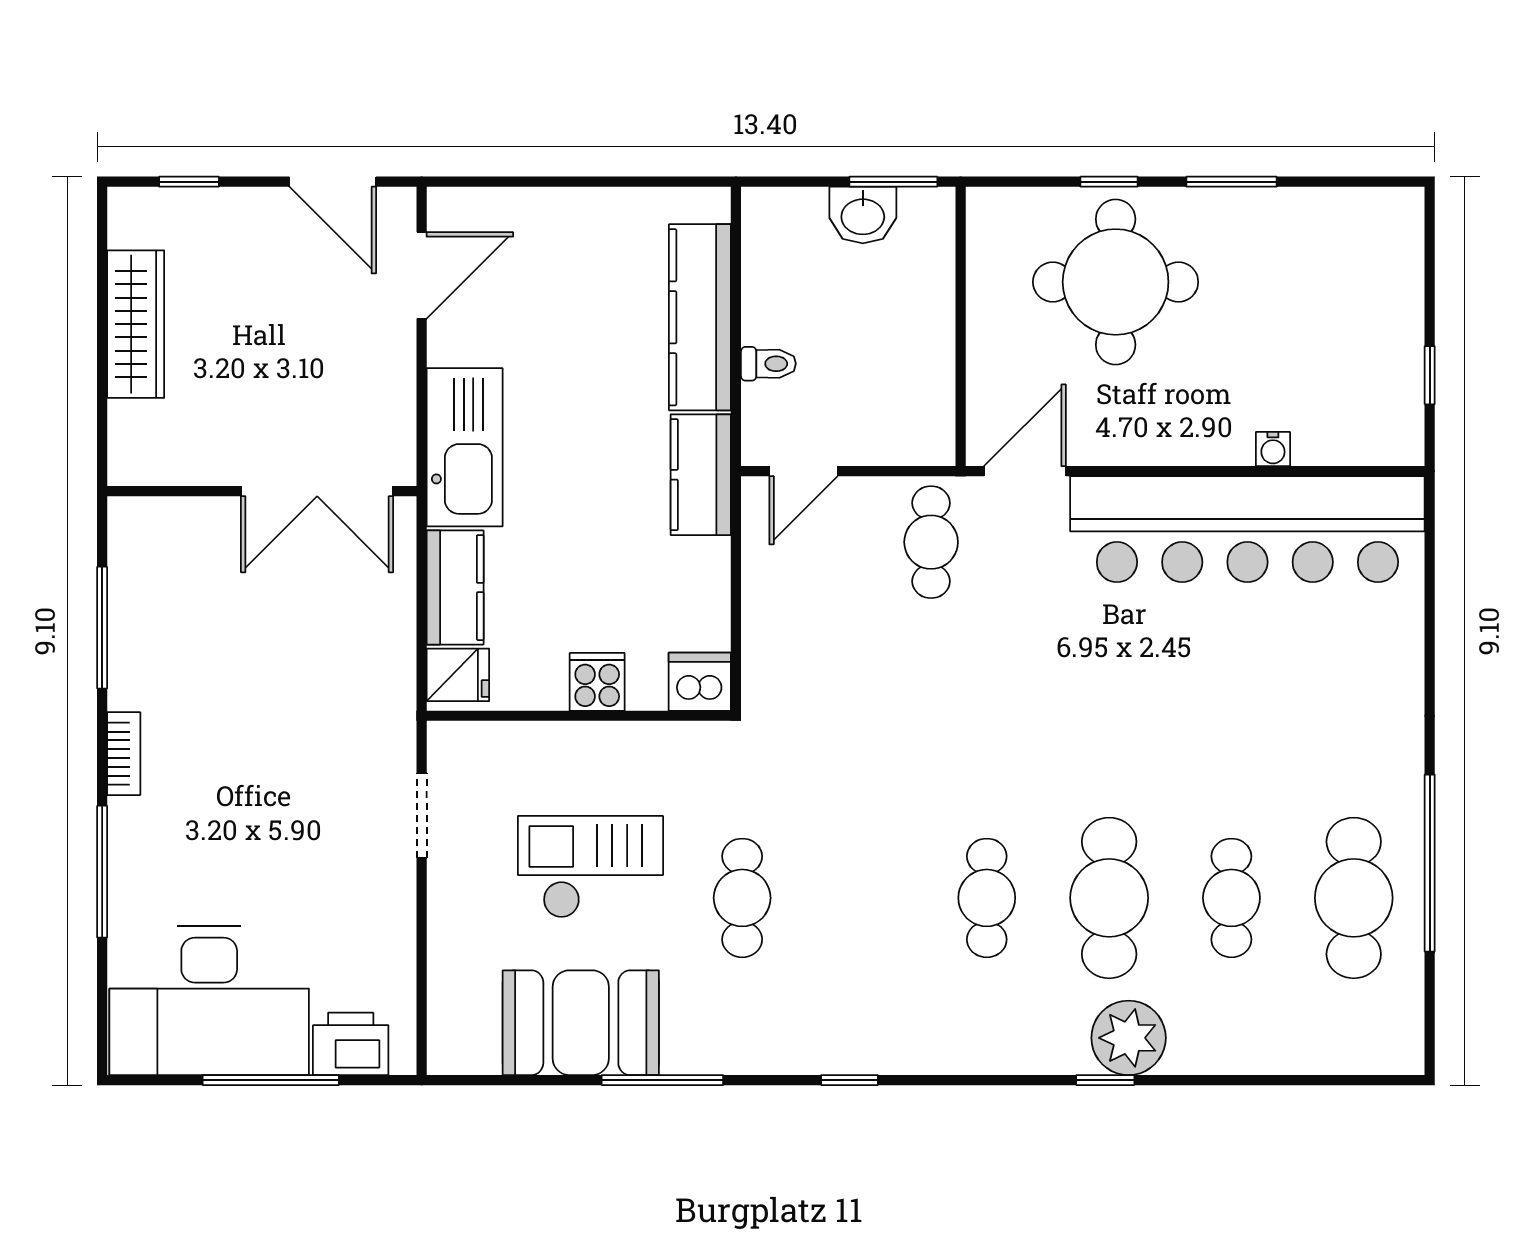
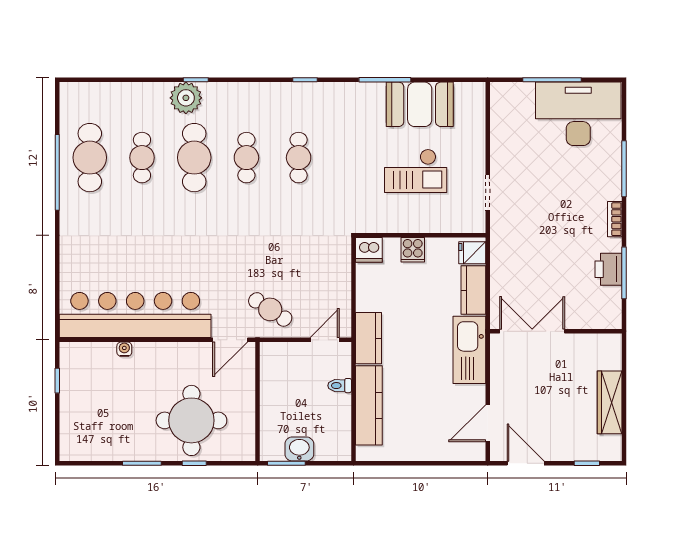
cafe table: (931, 542) -> (270, 309), turned -57
cafe table: (742, 898) -> (299, 158), moved
printer: (351, 1044) -> (609, 269), moved, turned 90

